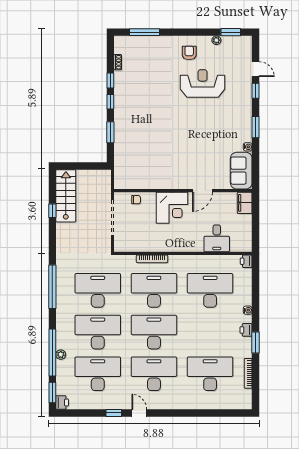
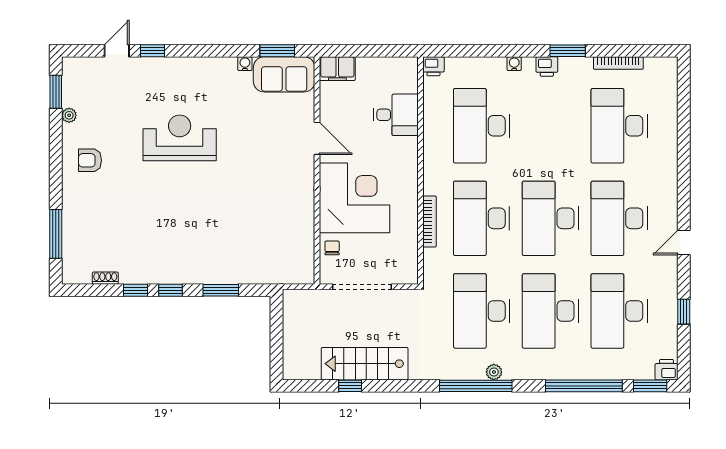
reception desk: (203, 84) -> (180, 138), moved, turned 90
window: (256, 127) -> (277, 51), moved
stairs: (66, 196) -> (365, 364), moved
corner desk: (172, 208) -> (354, 198), width x1.36, depth x1.36
plant: (61, 355) -> (494, 372), moved
window: (114, 413) -> (684, 312), moved

